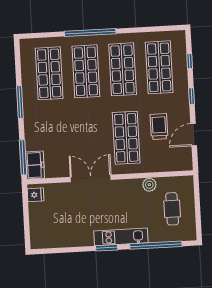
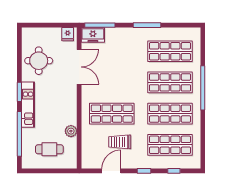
trolley: (159, 127) -> (120, 142), turned 180
door: (194, 135) -> (111, 171), hinge flipped
double door: (91, 178) -> (79, 67), moved
round table: (69, 227) -> (39, 61), added

